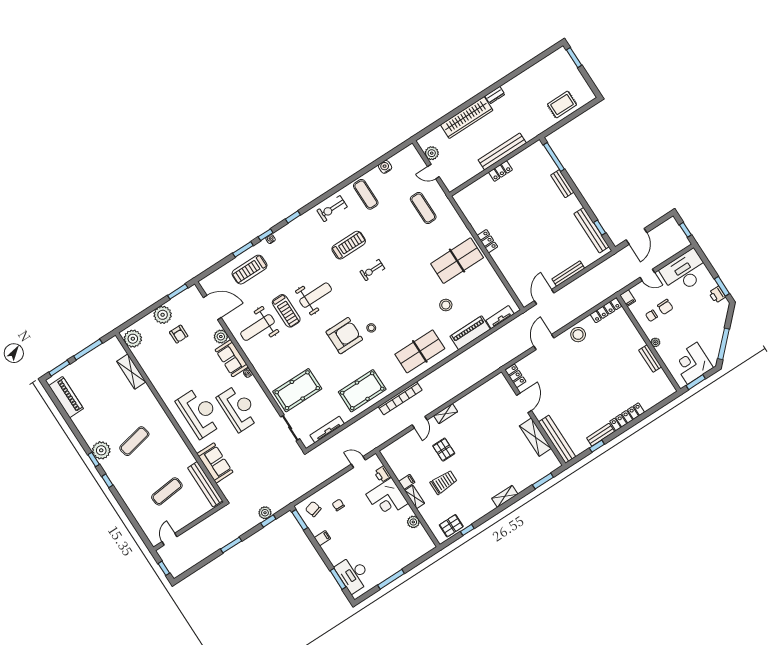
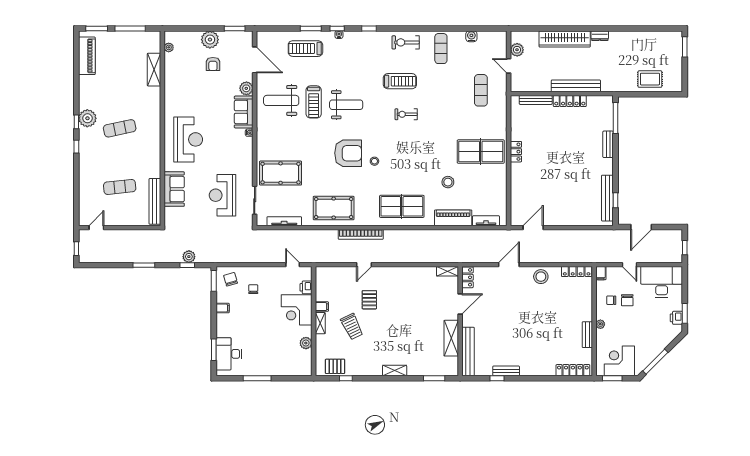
locker: (500, 171) -> (570, 101), width x1.53
bench: (568, 274) -> (536, 100), moved
plant: (133, 339) -> (169, 47), width x0.53, depth x0.53
reception desk: (238, 408) -> (222, 195), moved, turned 180
shelving: (446, 414) -> (448, 271), moved
locker: (627, 417) -> (573, 370), moved
trolley: (444, 482) -> (352, 327), turned 64

